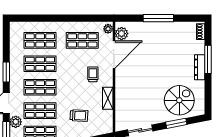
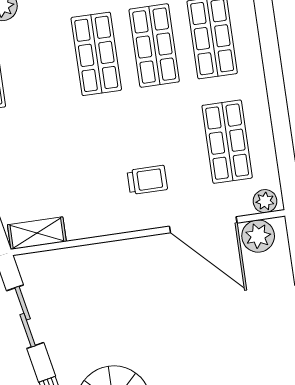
shelving: (108, 98) -> (37, 233), moved
shop shelf: (40, 111) -> (38, 62), removed
trolley: (79, 116) -> (40, 160), removed

